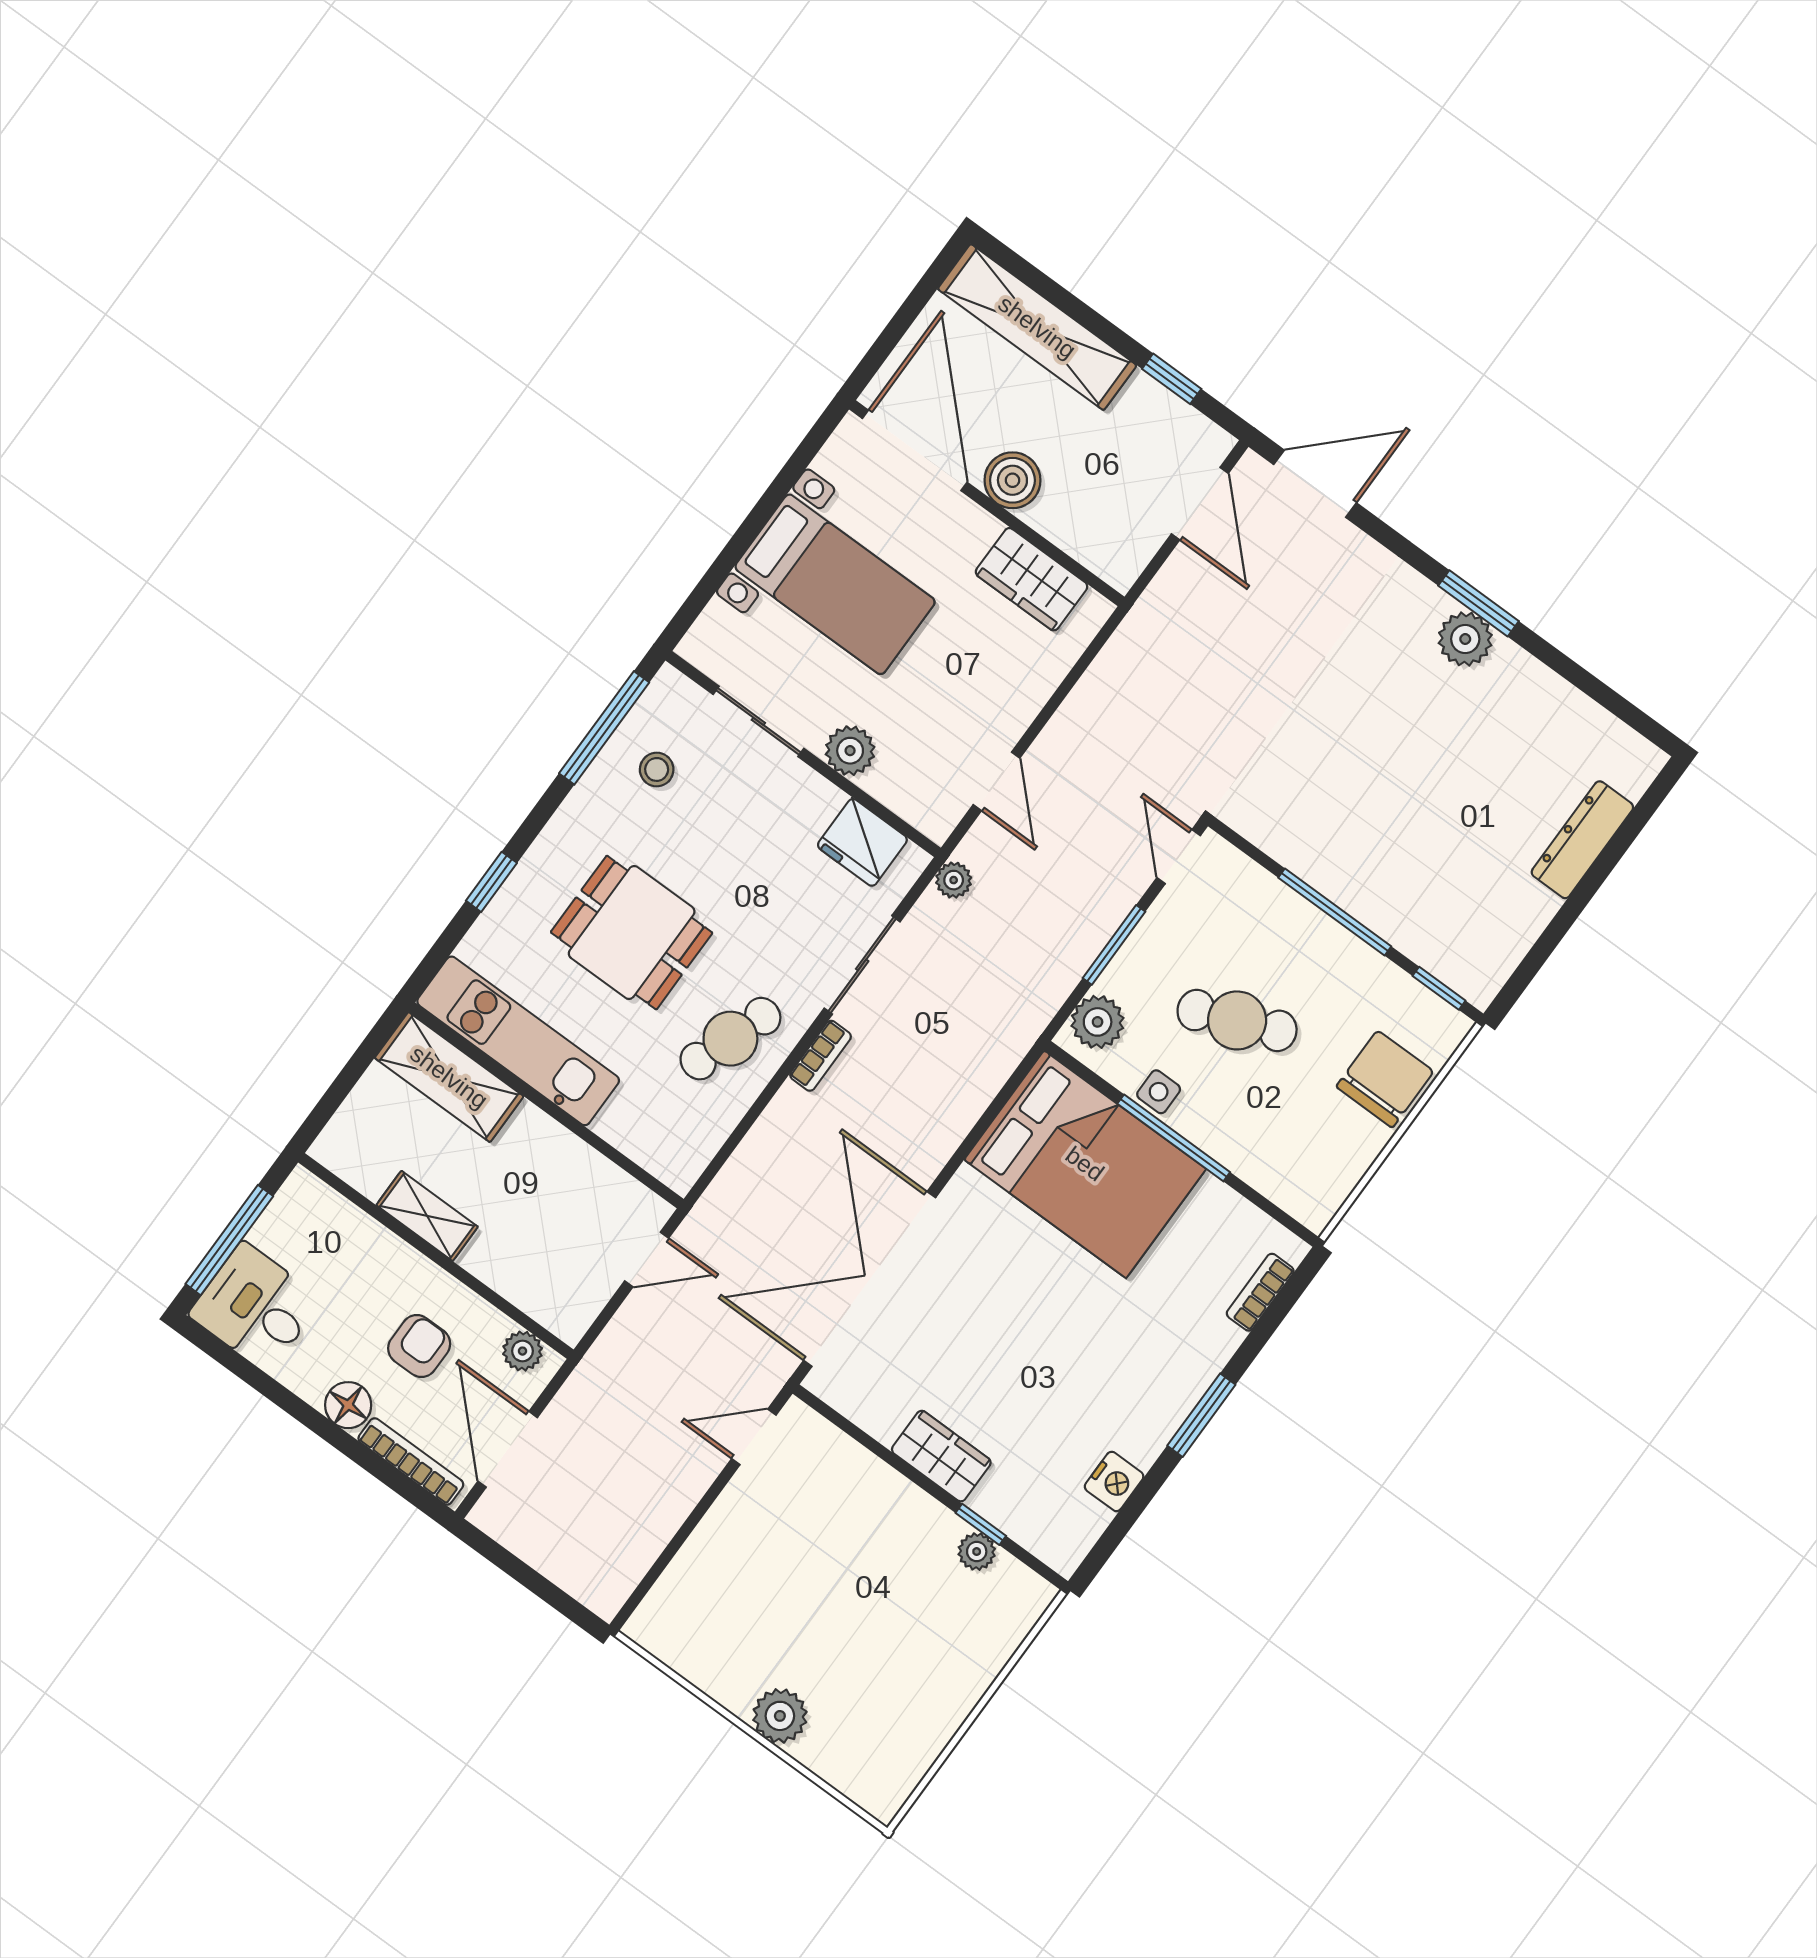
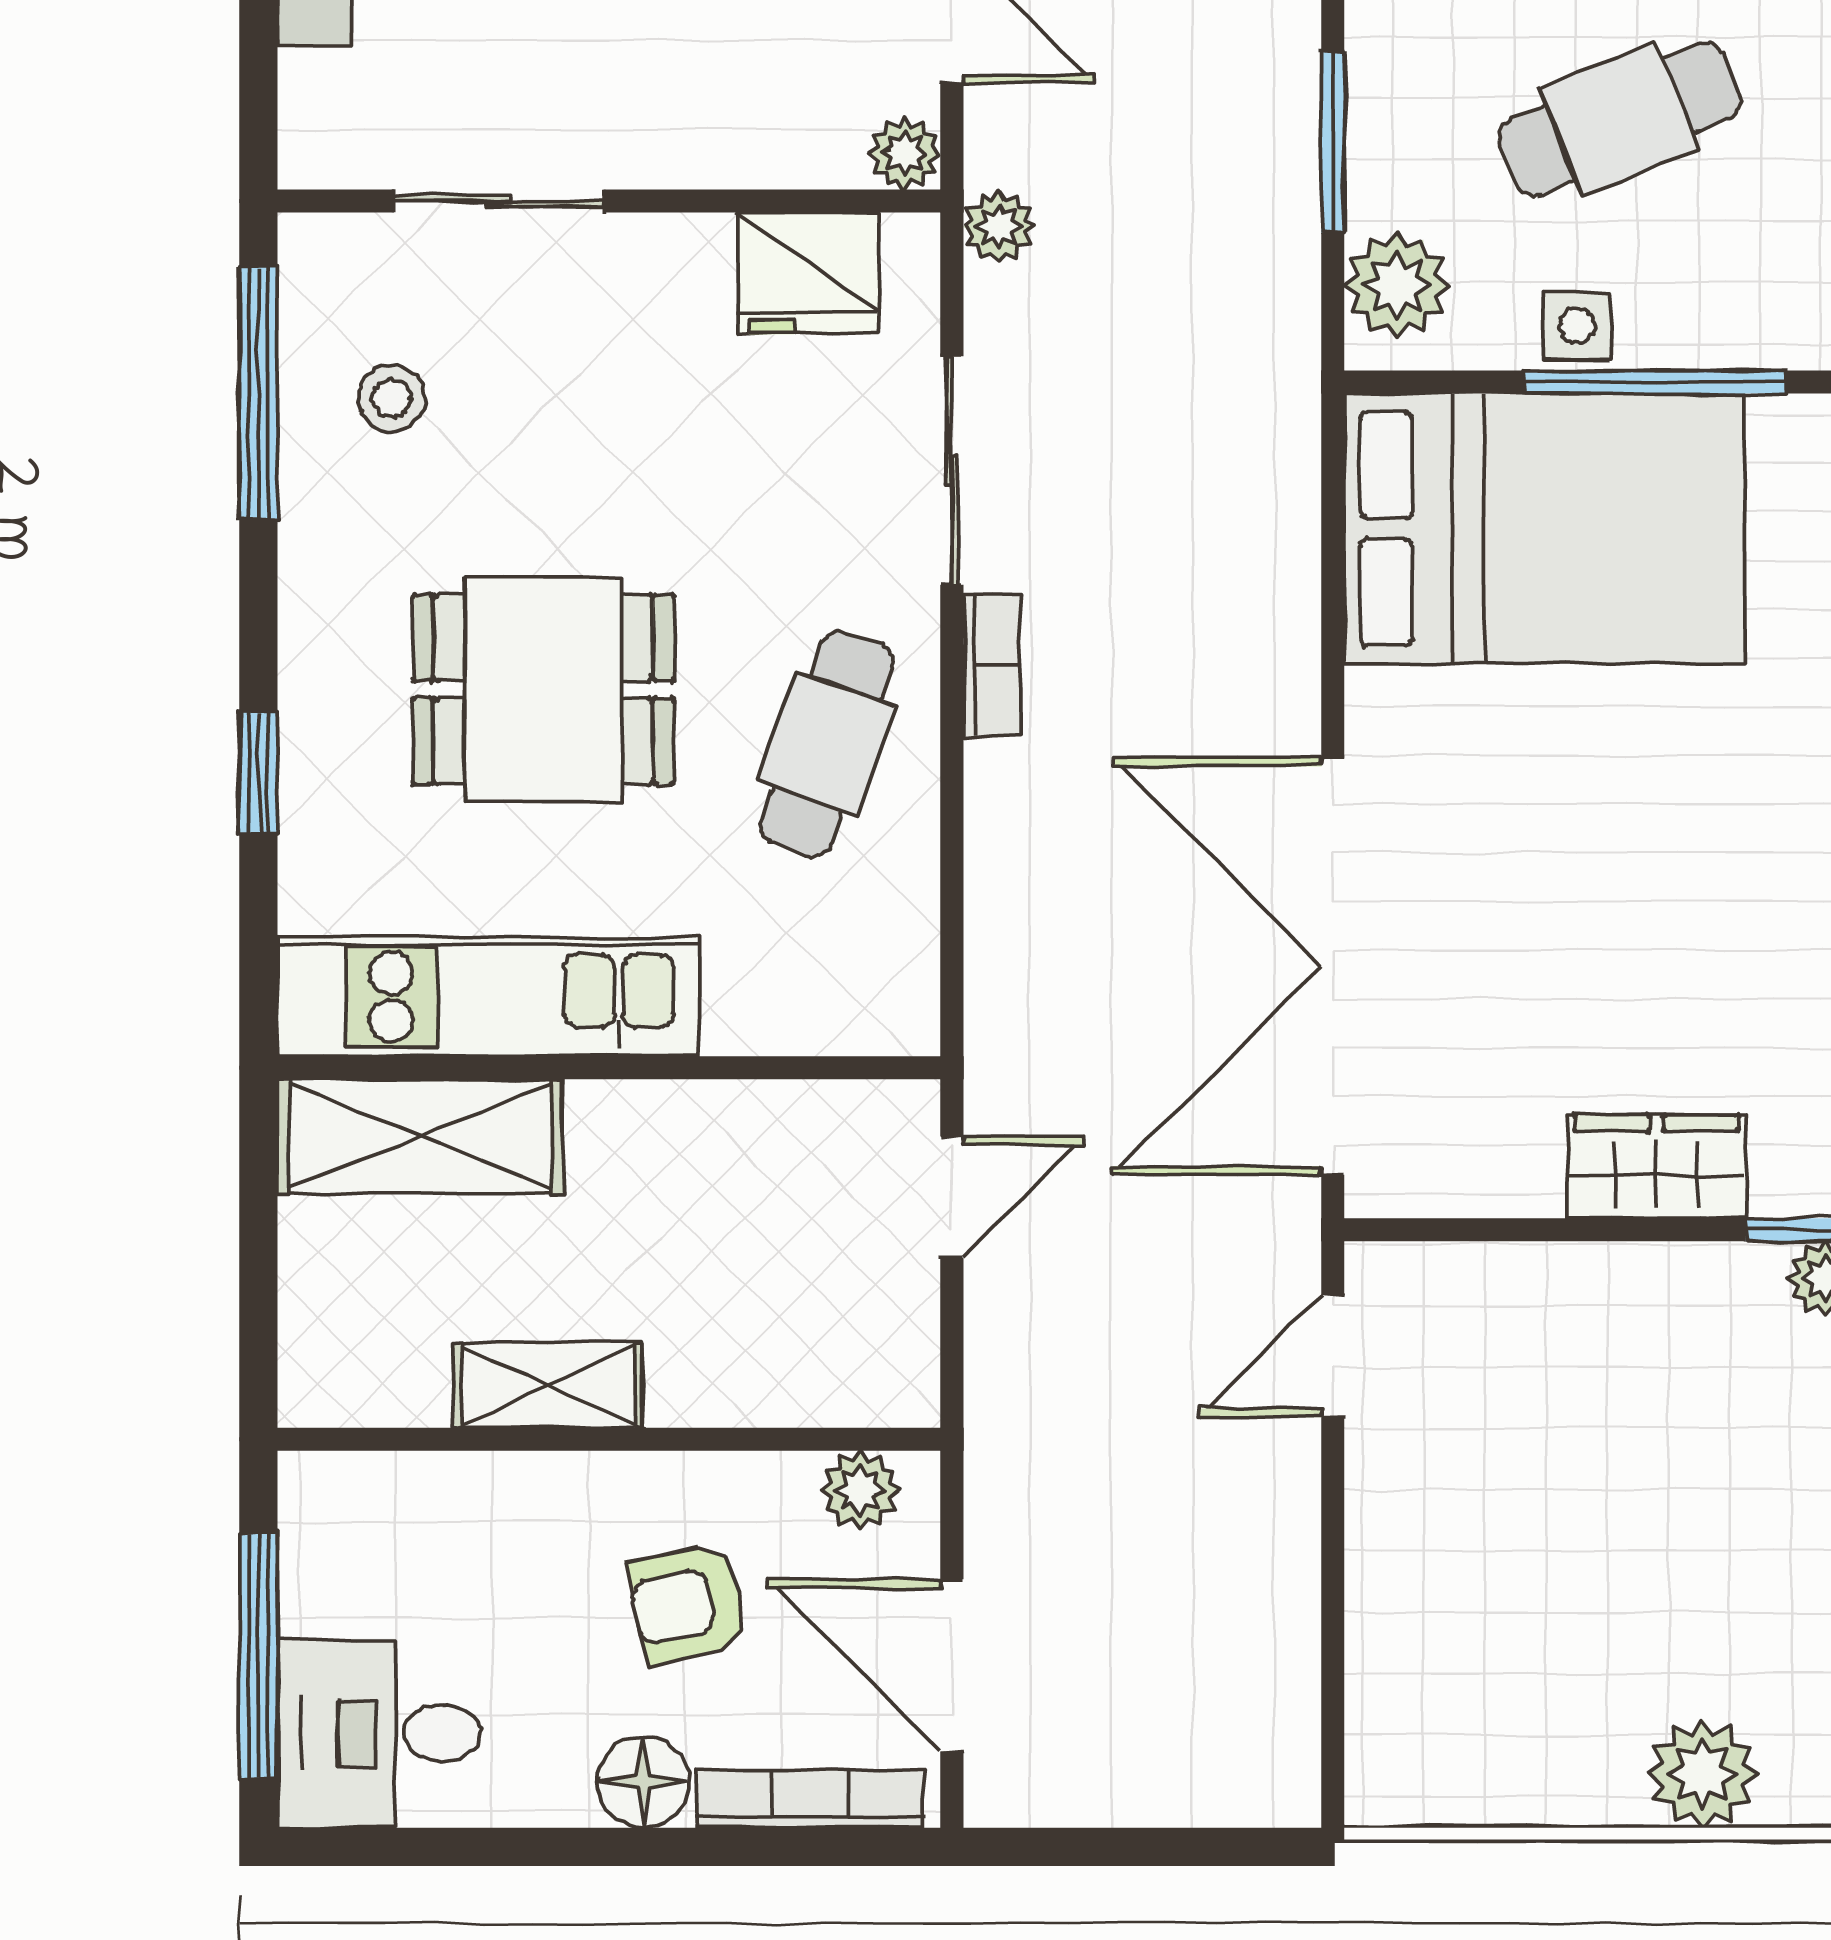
plant: (850, 751) -> (905, 154), moved, width x0.73, depth x0.73
armchair: (419, 1346) -> (688, 1604), turned -102

